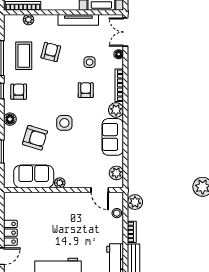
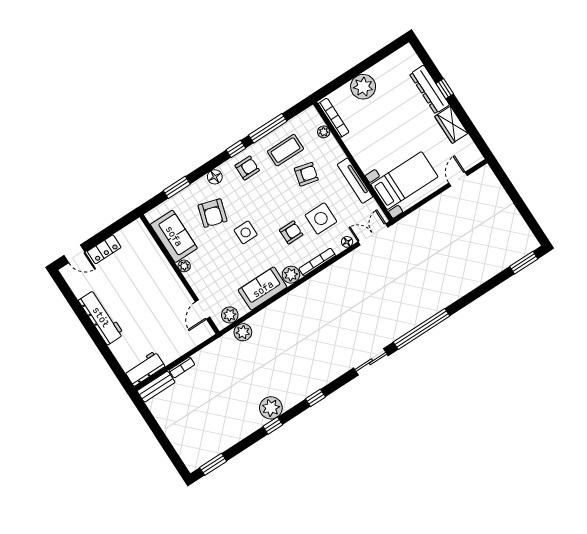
side table: (90, 62) -> (321, 218), width x1.87, depth x1.87
plant: (135, 202) -> (243, 332), moved
stool: (117, 213) -> (191, 341), removed

